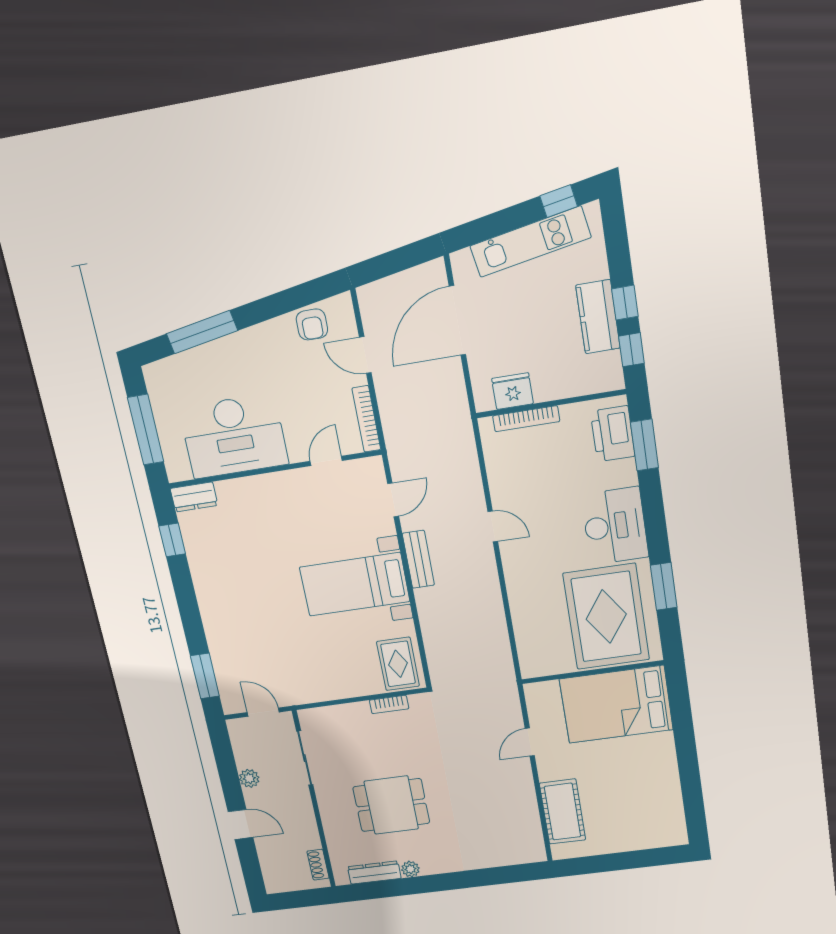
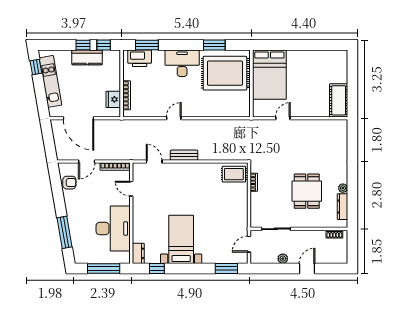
bed with nightstands: (355, 584) -> (181, 239), moved, turned 180
door: (530, 742) -> (283, 118), swing flipped
cot: (563, 812) -> (339, 100), moved, turned 90

